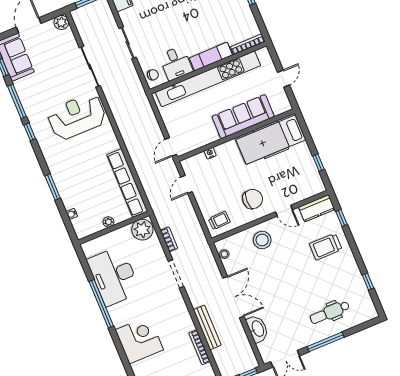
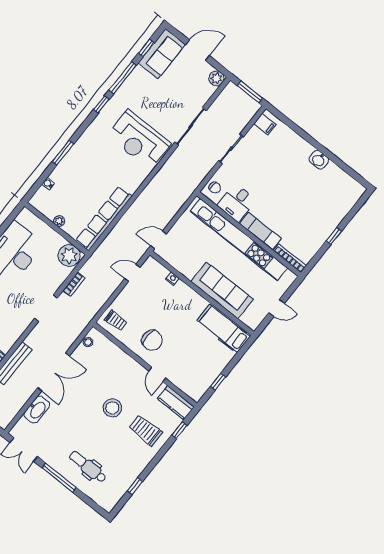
reception desk: (77, 117) -> (139, 139), turned 180
hospital bed: (271, 140) -> (224, 328), width x0.73, depth x0.78
stool: (262, 240) -> (112, 408), moved

